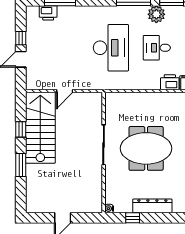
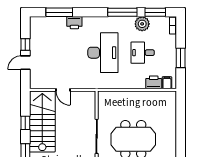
printer: (48, 13) -> (74, 23), moved
door: (65, 91) -> (63, 90), hinge flipped

